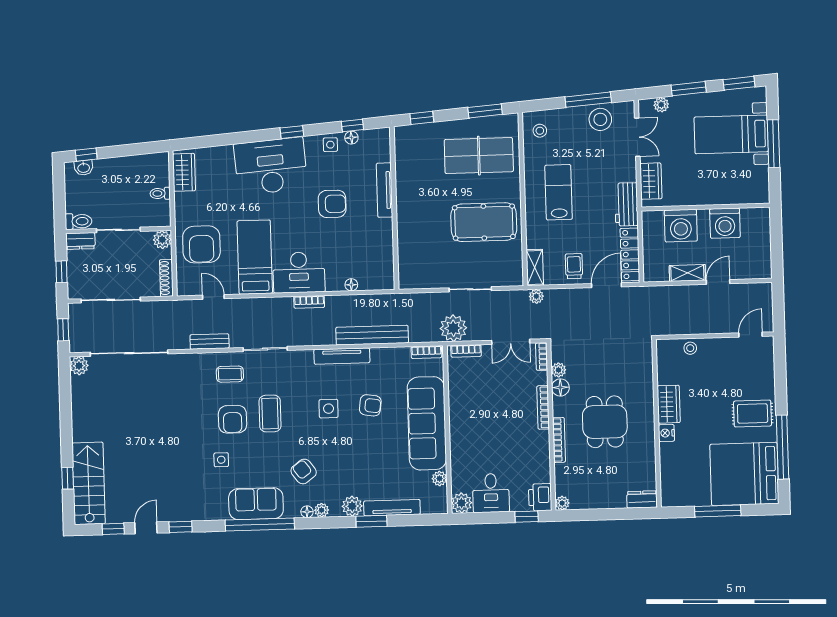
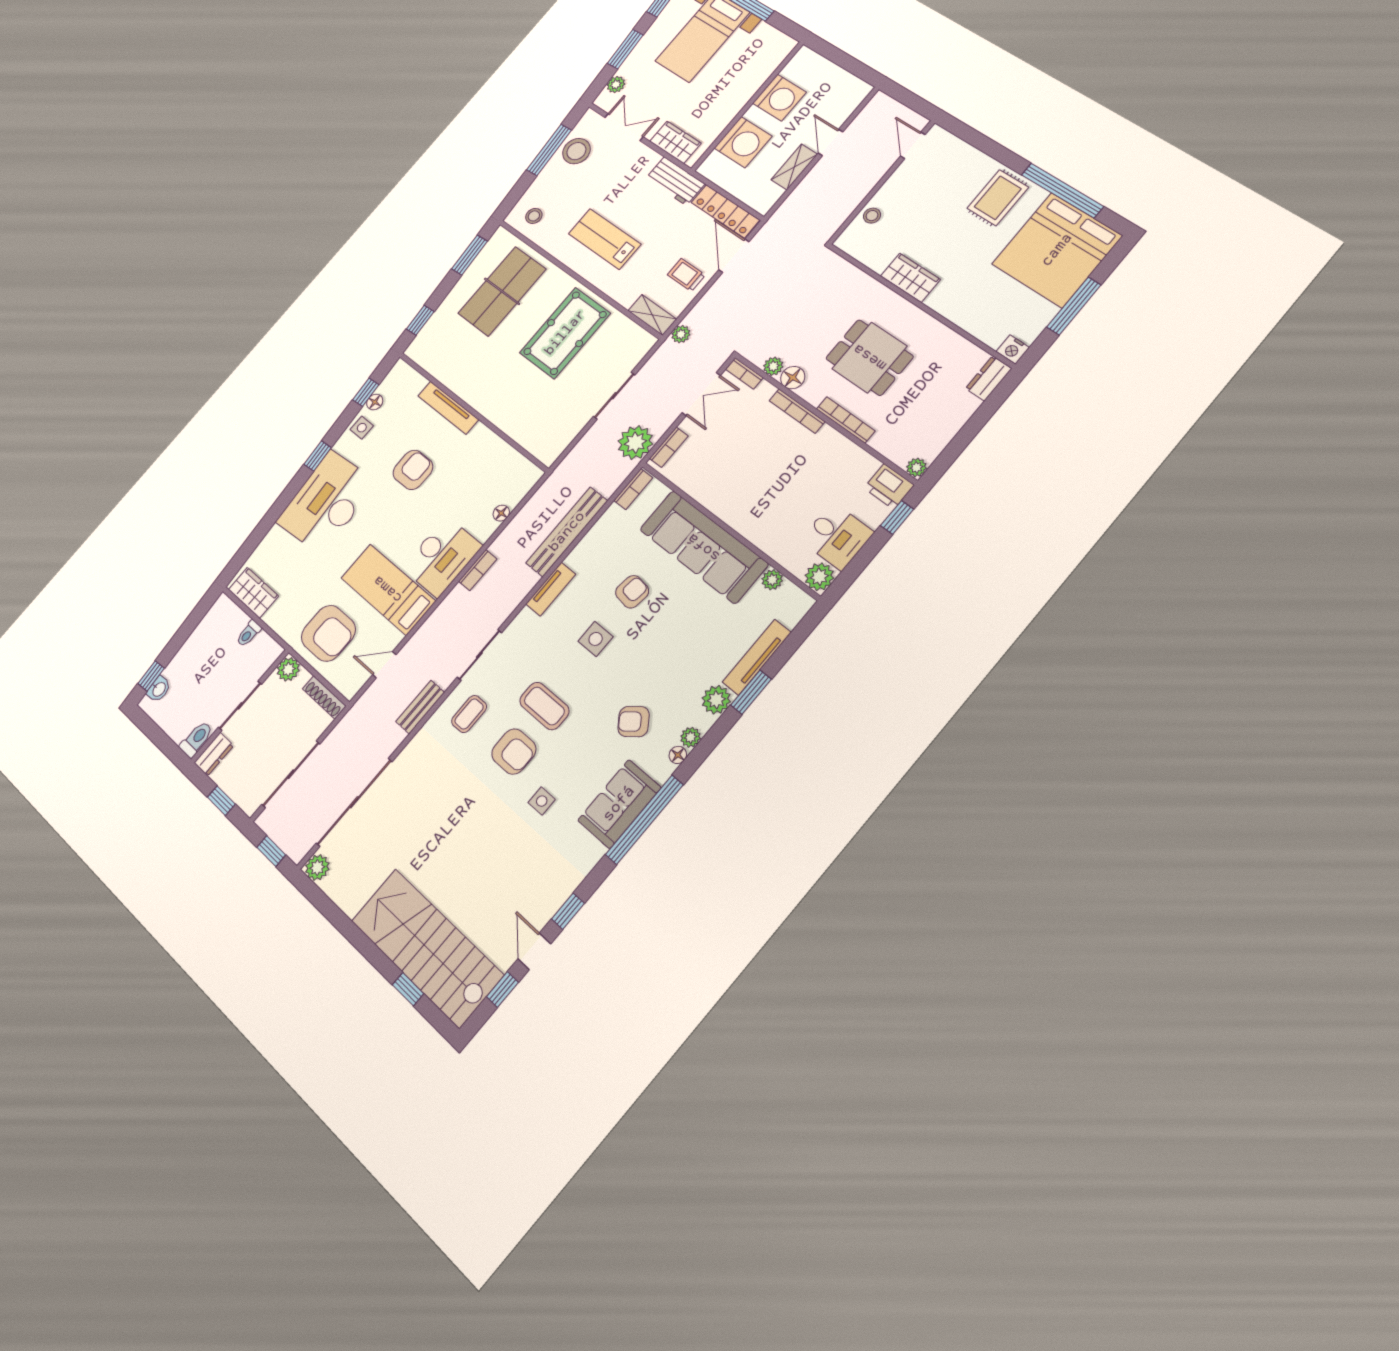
tv unit: (342, 356) -> (551, 589), width x0.71
nightstand: (666, 433) -> (1013, 349), moved
stairs: (89, 483) -> (427, 948), width x1.36, depth x1.51

